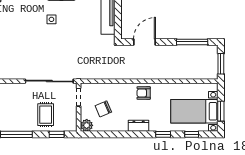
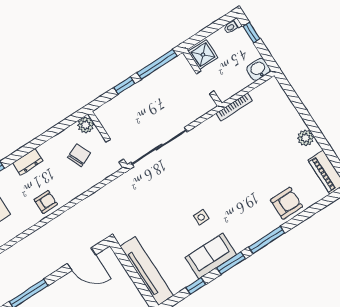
door: (145, 42) -> (82, 259), hinge flipped
rug: (46, 115) -> (139, 107), removed
window: (57, 134) -> (124, 86), moved

